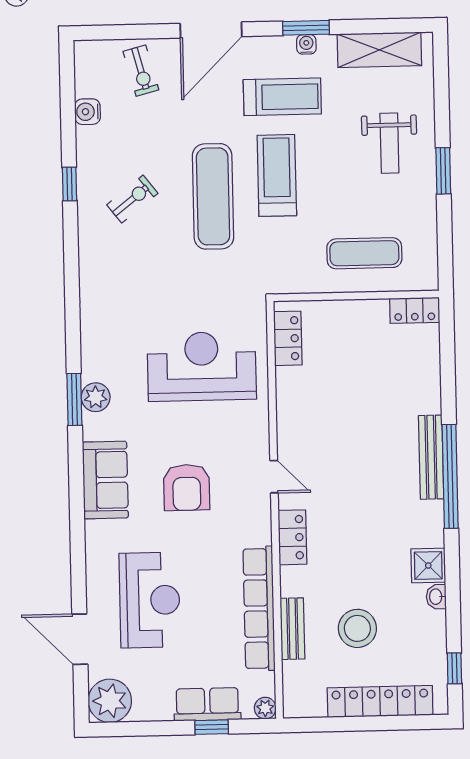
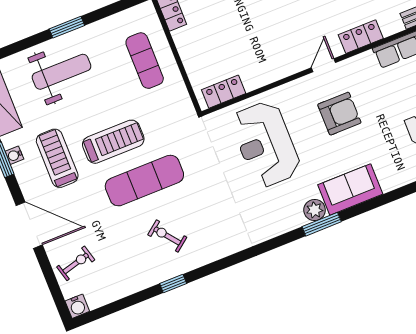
water cooler: (87, 112) -> (77, 306), moved
weight bench: (389, 143) -> (62, 72), width x1.36, depth x1.33
treadmill: (277, 175) -> (113, 142), turned 180
sofa: (105, 480) -> (350, 189), moved
armchair: (187, 487) -> (339, 114), moved

